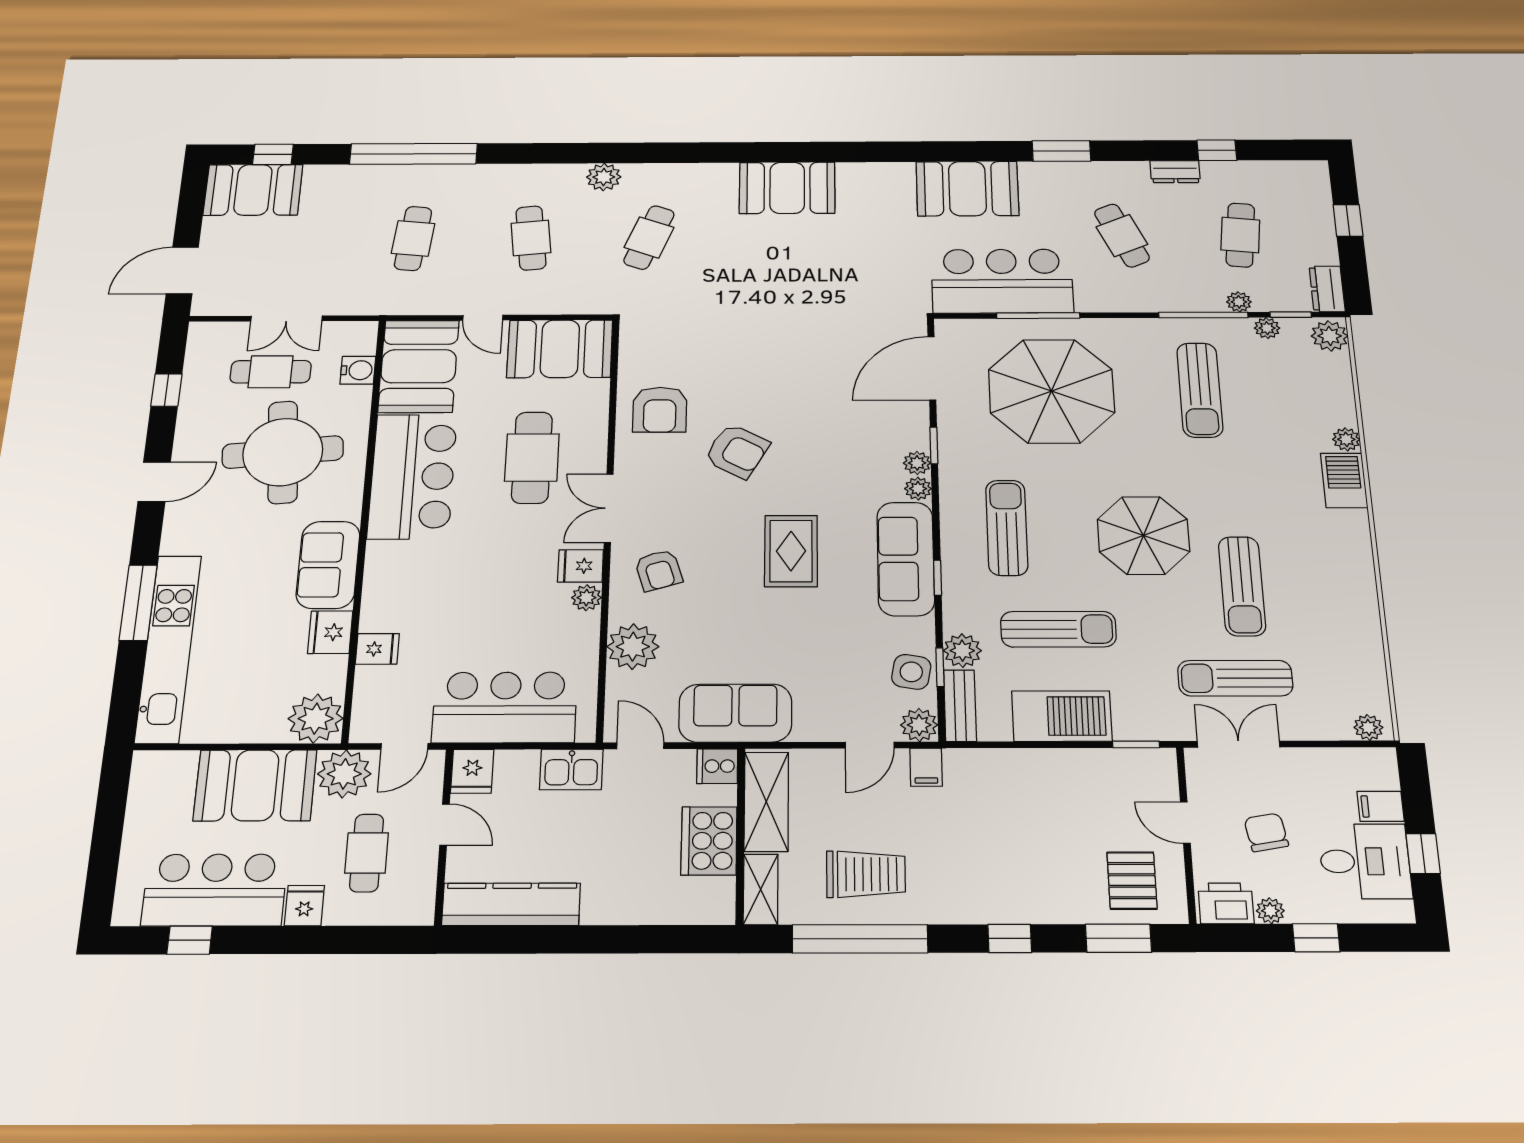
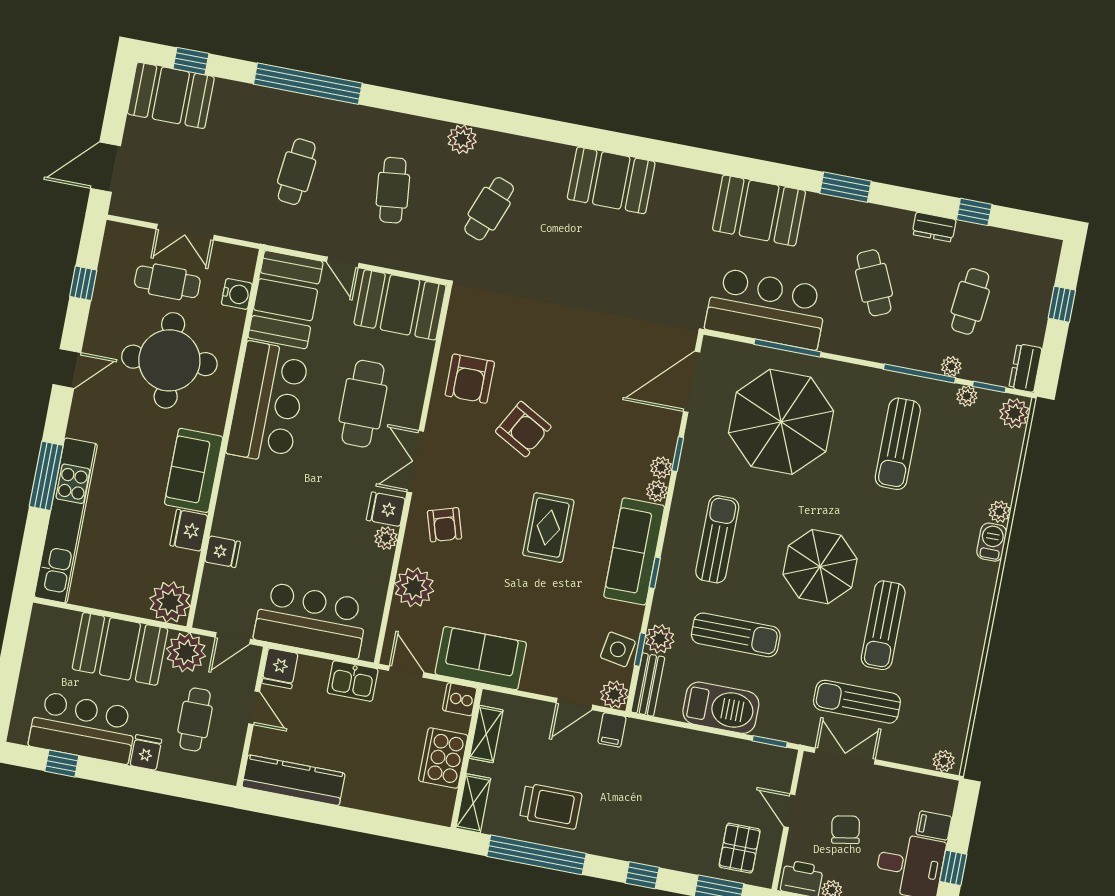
barbecue: (1344, 480) -> (992, 542), width x0.73, depth x0.79
shelving: (766, 802) -> (486, 734), width x0.67, depth x0.75

